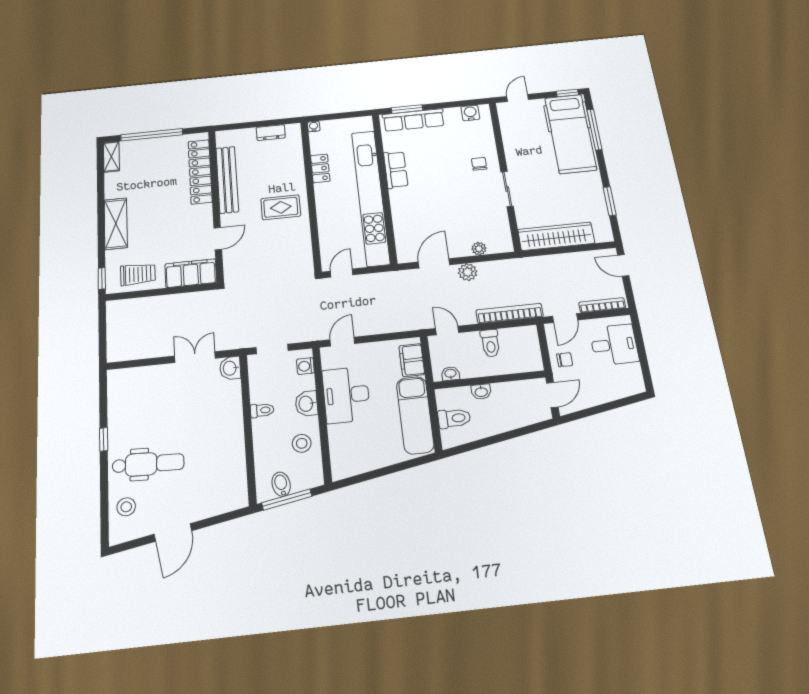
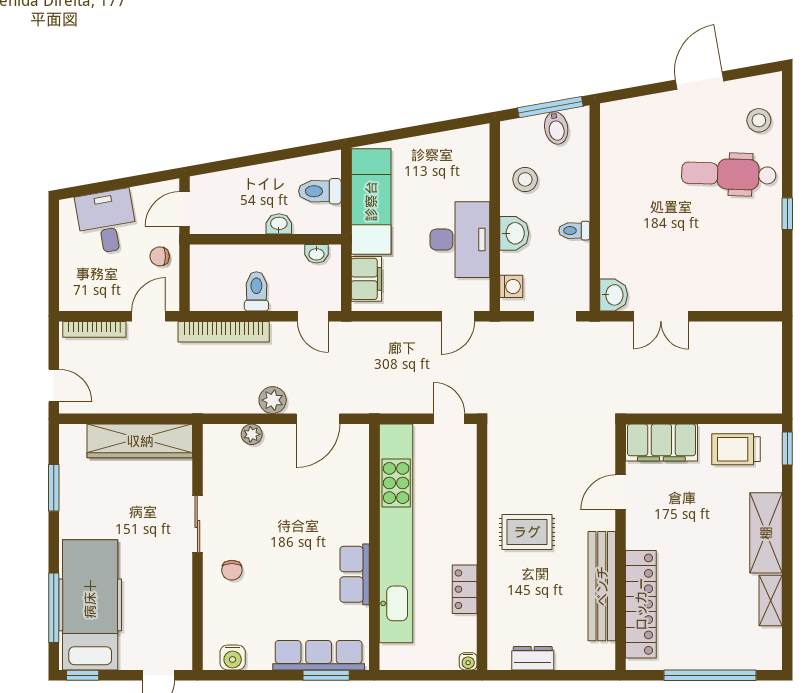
shelving: (112, 157) -> (771, 600), moved
door: (342, 273) -> (449, 419), swing flipped
desk: (614, 345) -> (107, 222), moved, turned 80

